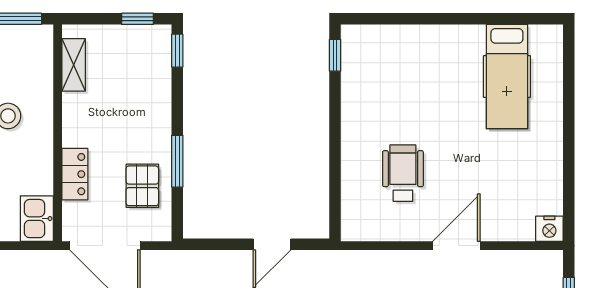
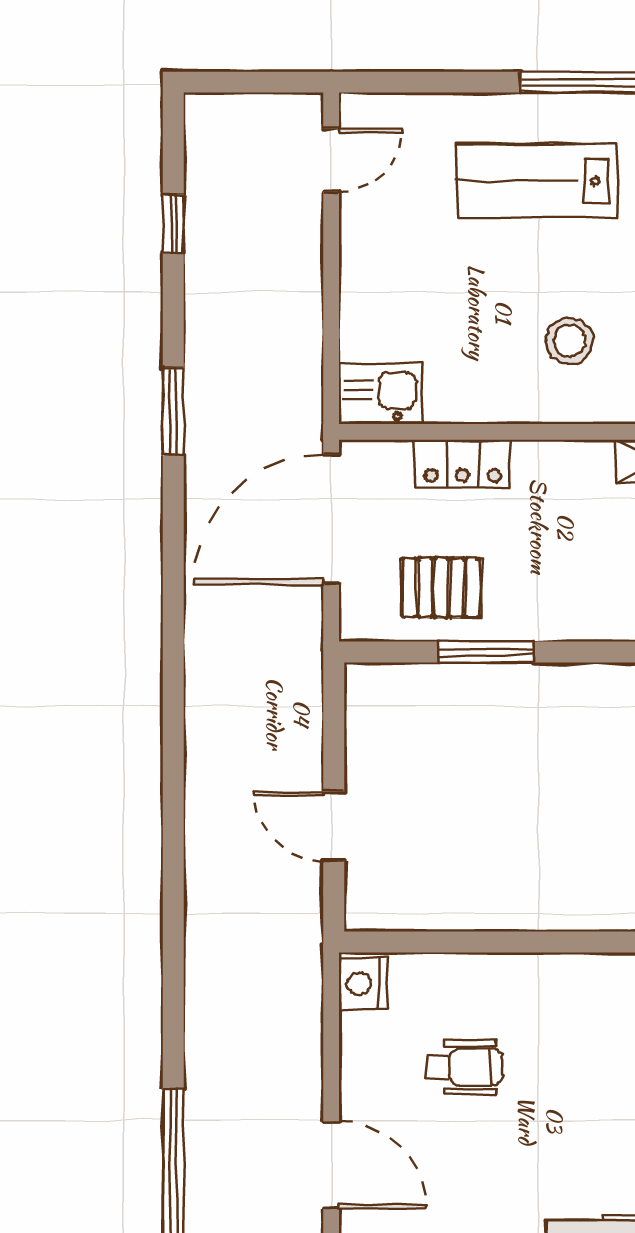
wheelchair: (403, 173) -> (464, 1067), width x0.73, depth x0.73
nightstand: (358, 228) -> (363, 984), added

